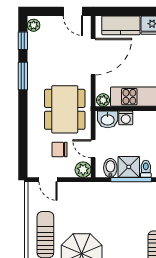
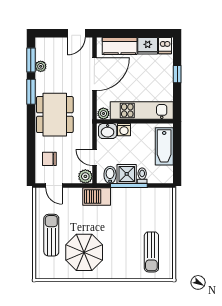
door: (73, 11) -> (76, 33), hinge flipped
plant: (34, 25) -> (41, 66), moved
window: (23, 41) -> (31, 60), width x1.50
dining table: (65, 109) -> (55, 115), moved
chair: (60, 150) -> (49, 159), moved
barbecue: (96, 192) -> (97, 197), added

